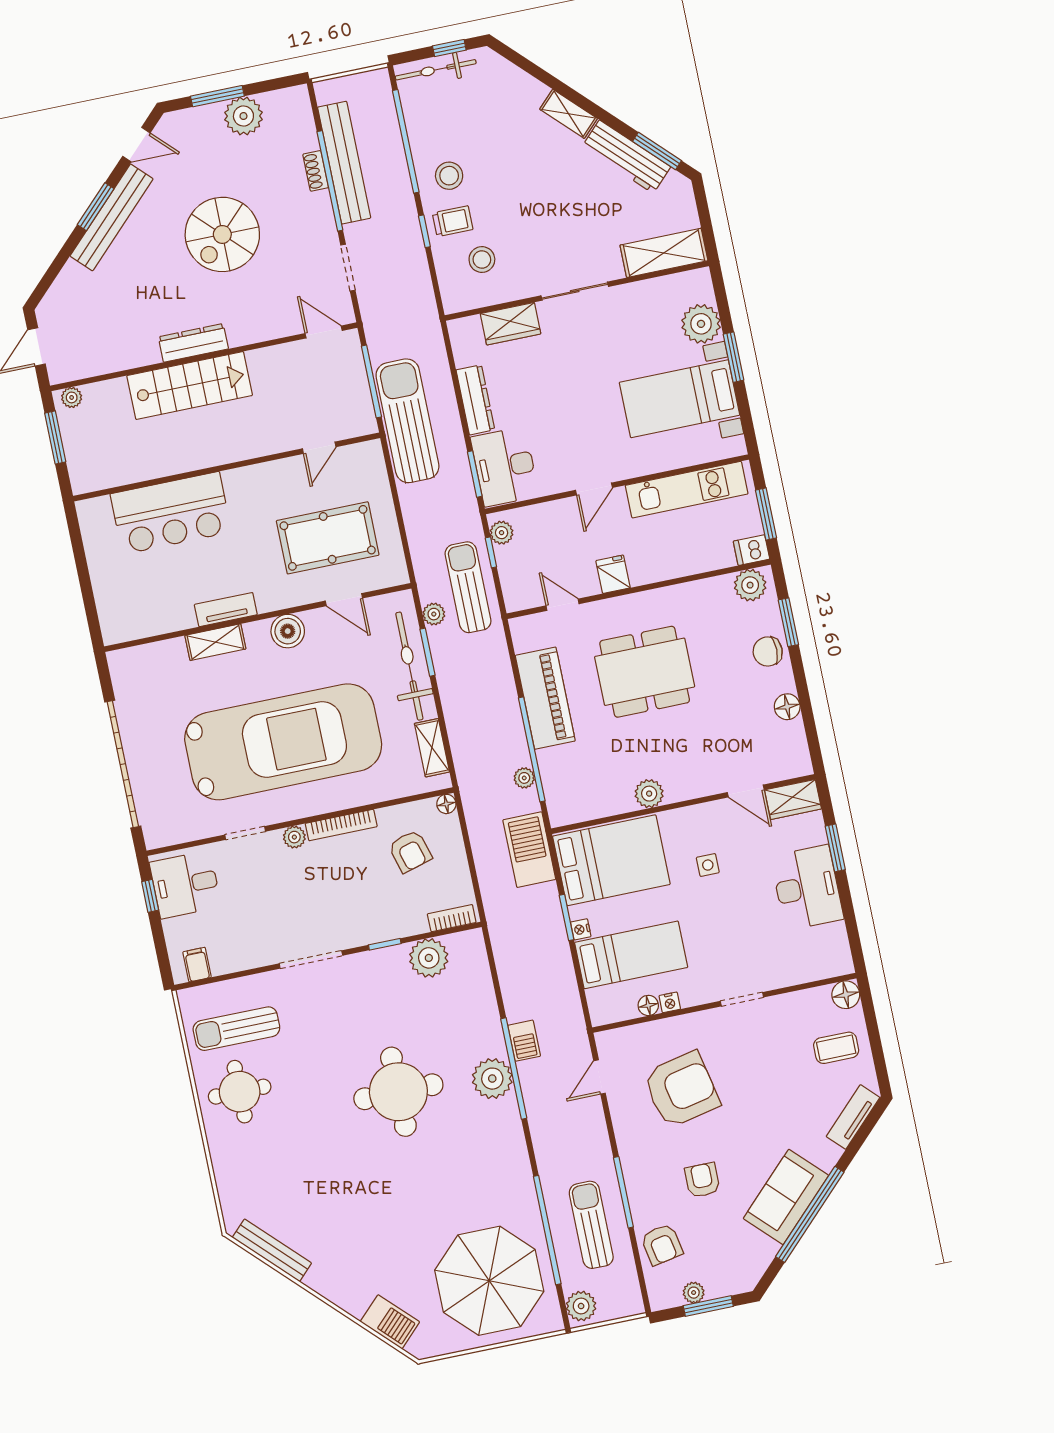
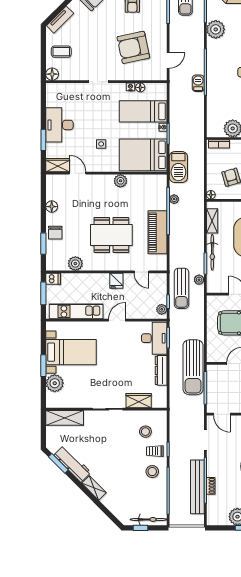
plant: (750, 585) -> (75, 264), moved
chair: (768, 651) -> (55, 233), turned 90
bicycle: (409, 666) -> (212, 252), width x0.73, depth x0.71
plant: (492, 1079) -> (216, 29), moved

